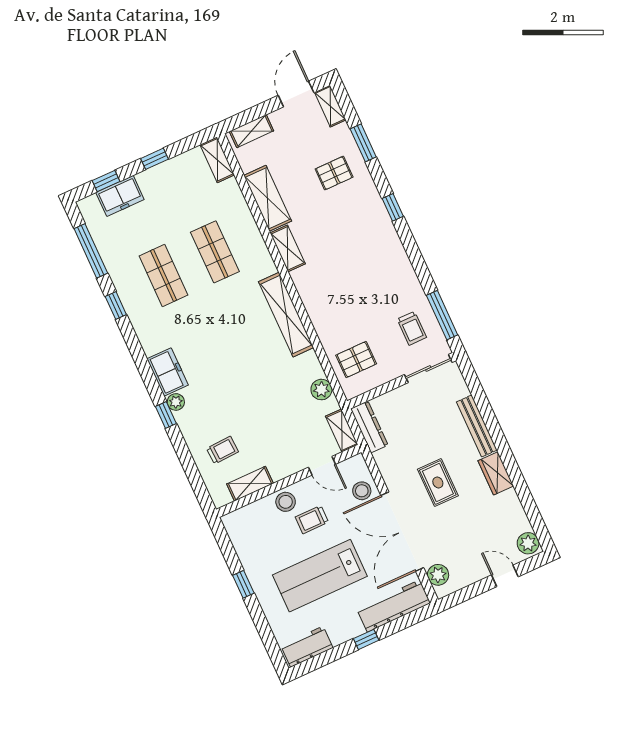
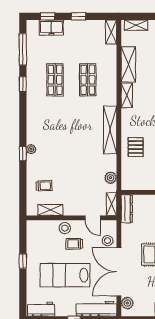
pallet: (356, 360) -> (136, 147), moved, turned 90
freezer: (168, 372) -> (34, 131), removed

